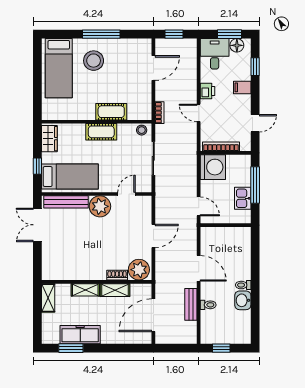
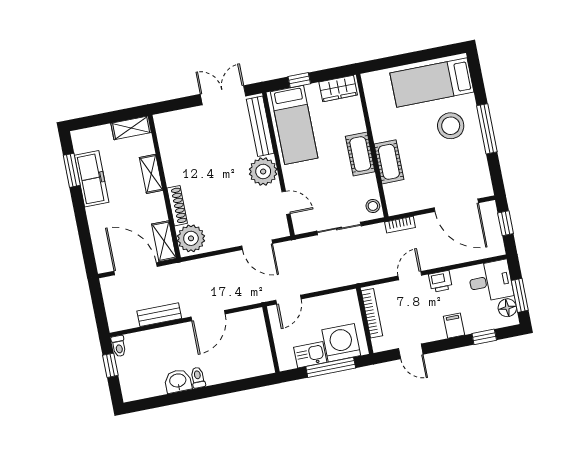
door: (153, 68) -> (456, 205), width x1.36
washing machine: (213, 167) -> (341, 343), moved, turned 180
door: (153, 236) -> (257, 245), moved
shoe rack: (117, 275) -> (177, 206), width x1.43
shelving: (115, 290) -> (164, 241), moved
toilet: (208, 305) -> (119, 346), moved

